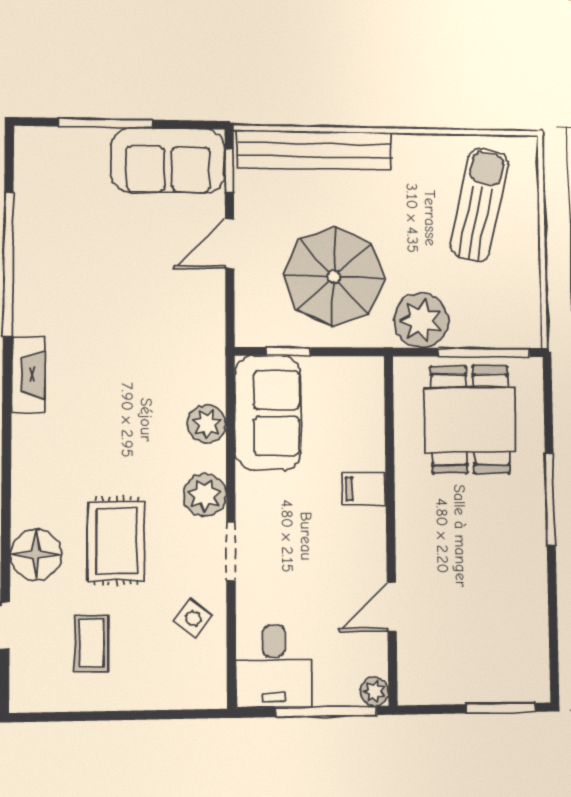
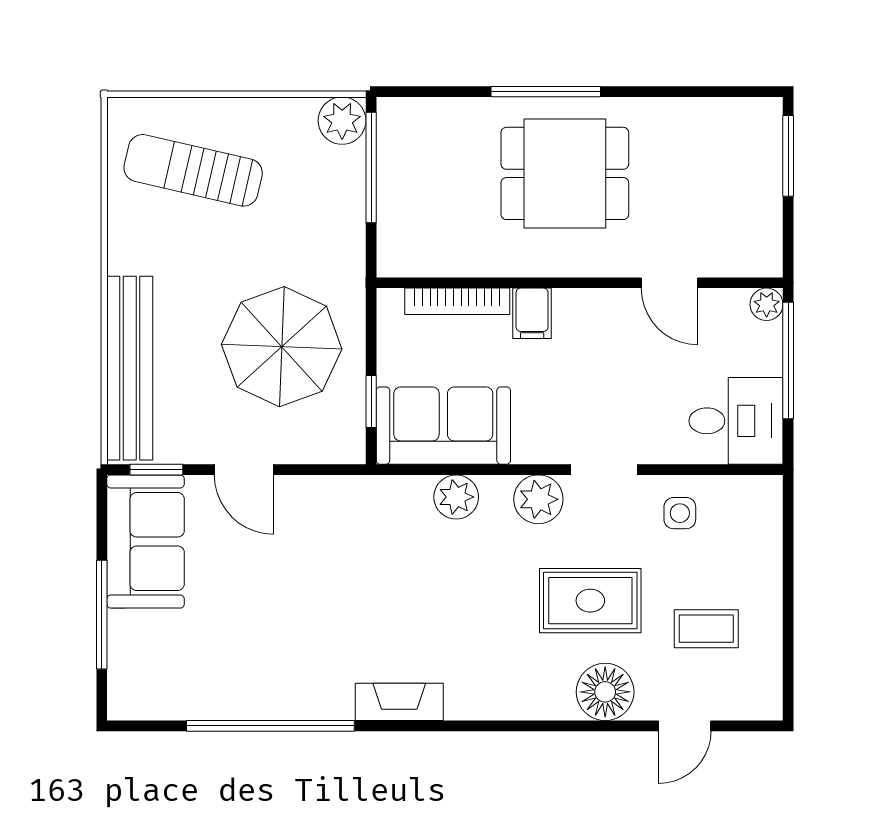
plant: (421, 321) -> (342, 121), moved, width x0.73, depth x0.73
dining table: (470, 420) -> (565, 173), moved
bookcase: (374, 425) -> (457, 301), added
side table: (193, 618) -> (680, 513), turned -36

